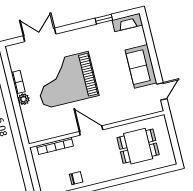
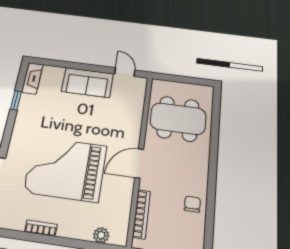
grand piano: (66, 80) -> (66, 169), turned 90
plant: (24, 99) -> (101, 235), moved
dining table: (138, 146) -> (178, 119), width x1.38

